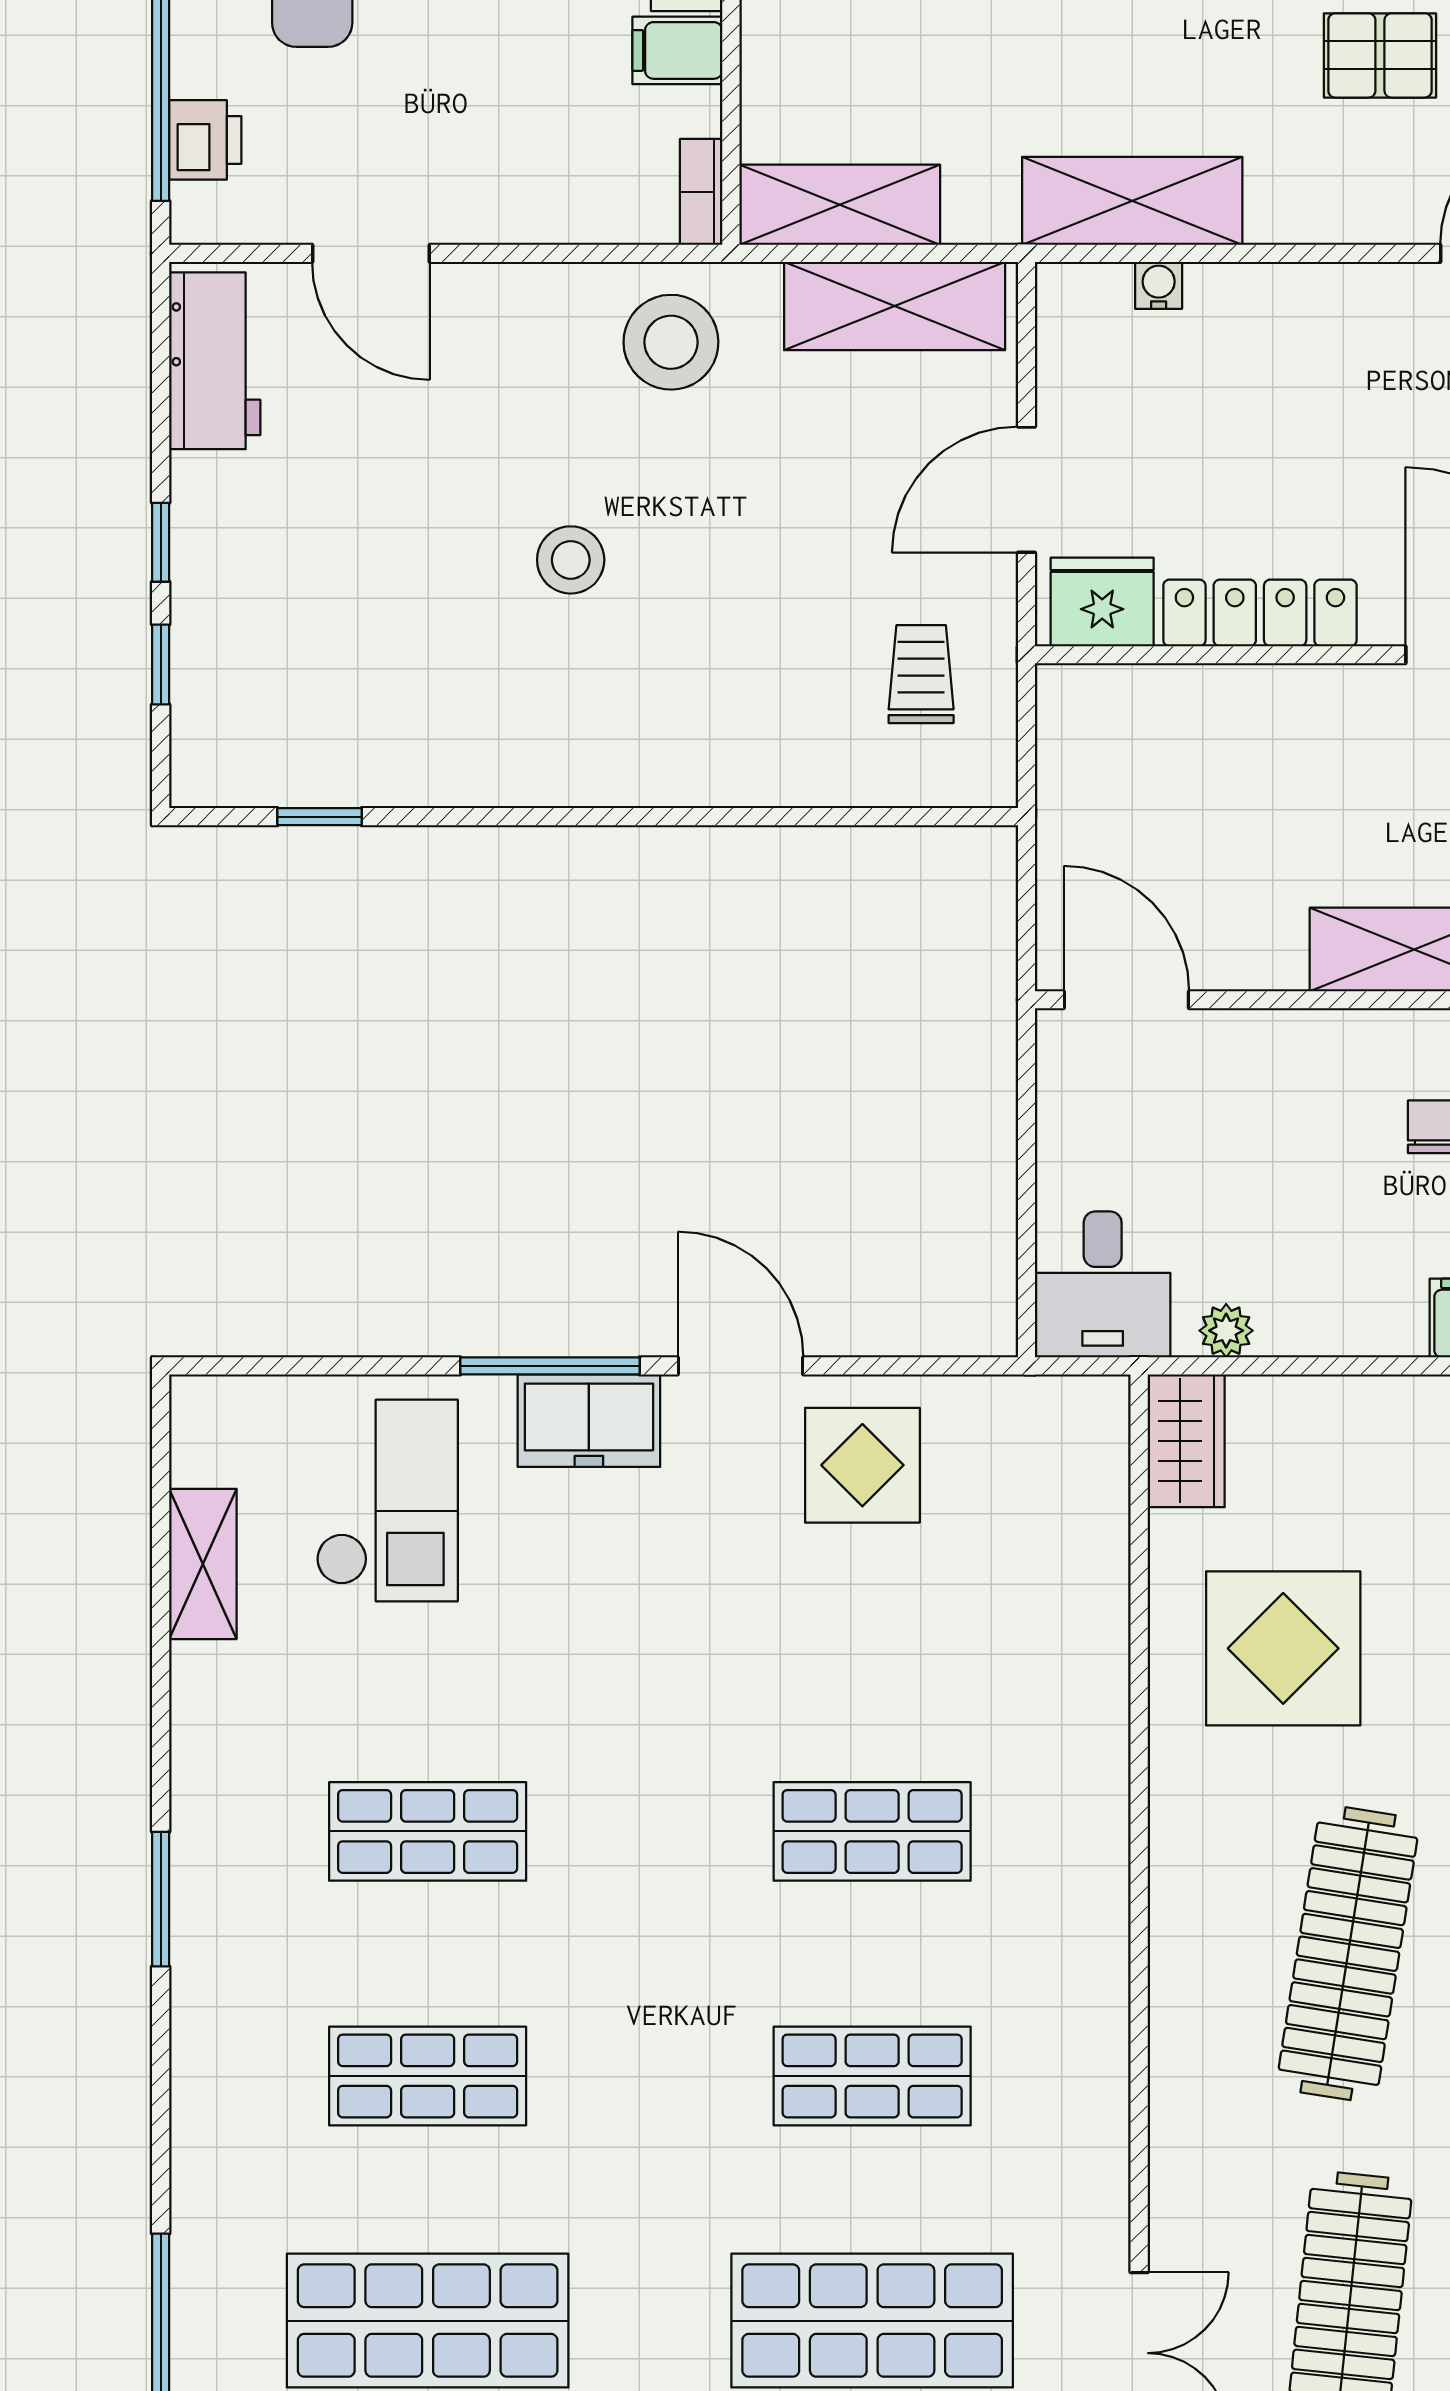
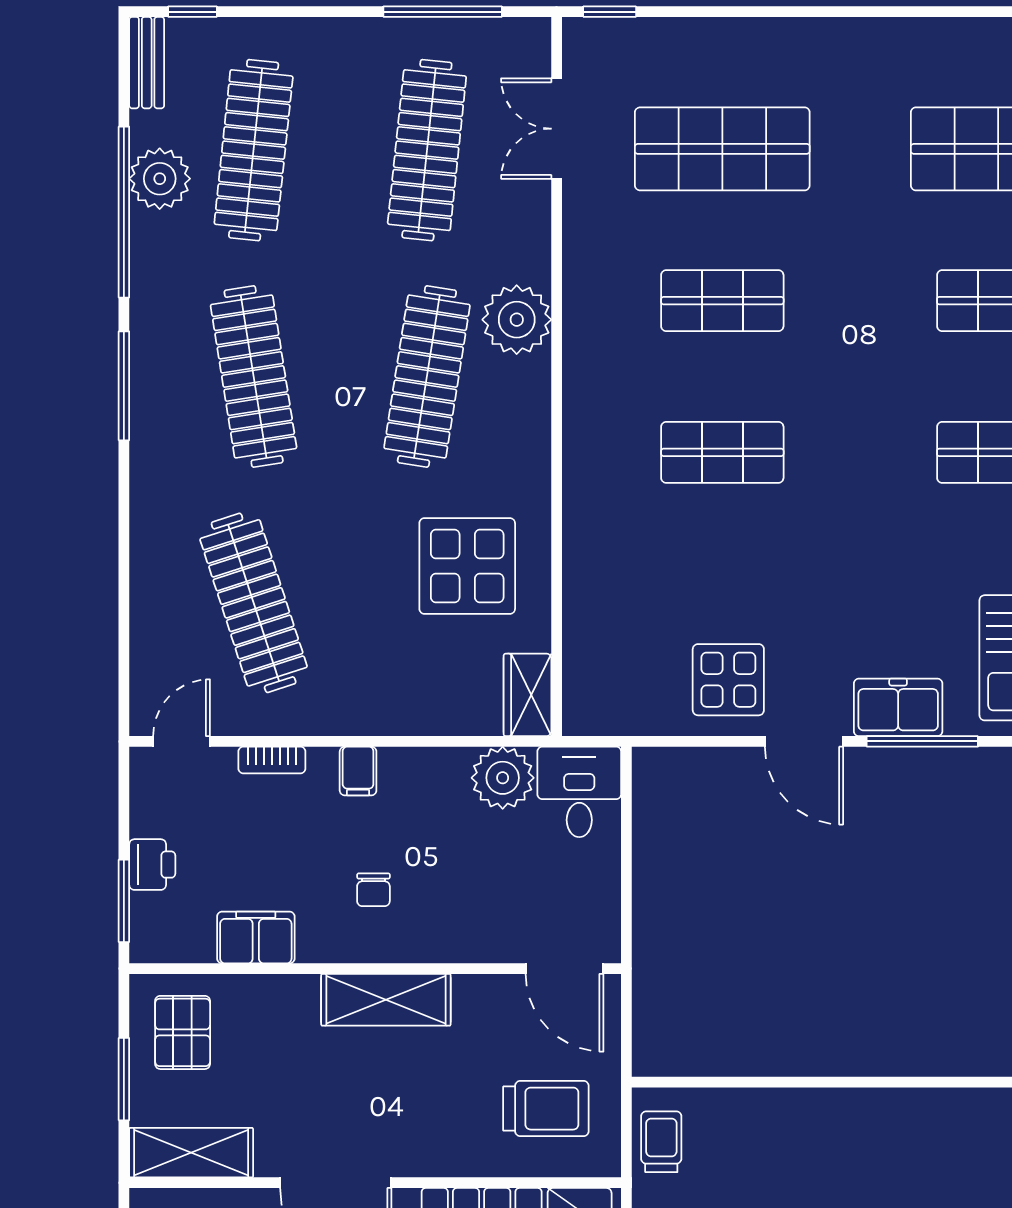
trolley: (921, 674) -> (661, 1142), moved, turned 180
trolley: (1156, 774) -> (546, 1109), added
plant: (1226, 1331) -> (503, 778), width x1.87, depth x1.87
plant: (1203, 2045) -> (517, 320), added

